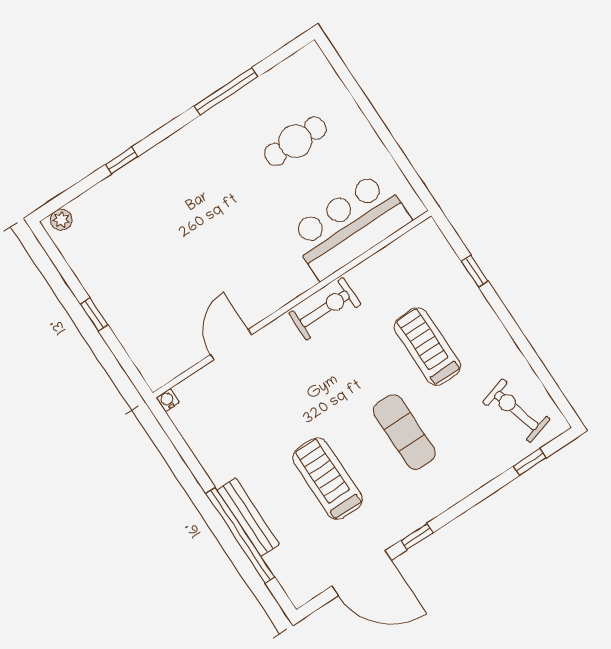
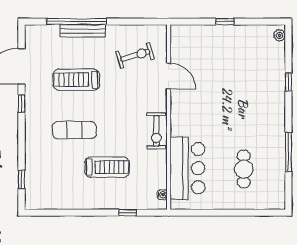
water cooler: (168, 400) -> (162, 195), moved
exercise bike: (516, 411) -> (135, 55), moved
treadmill: (327, 479) -> (76, 80), turned 180

